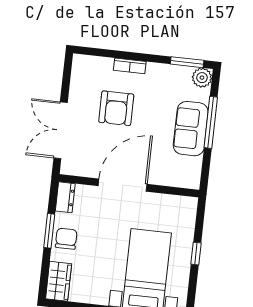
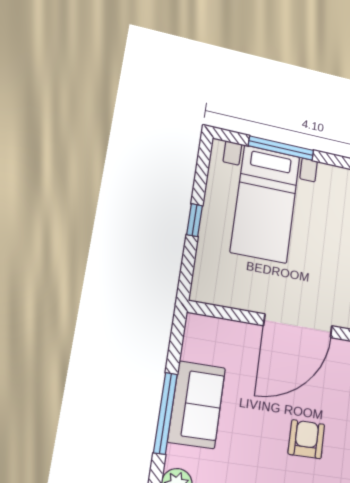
armchair: (116, 108) -> (306, 439), width x0.72, depth x0.72

